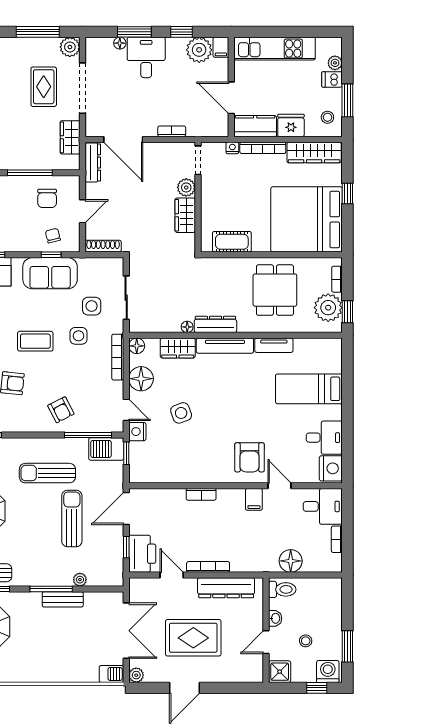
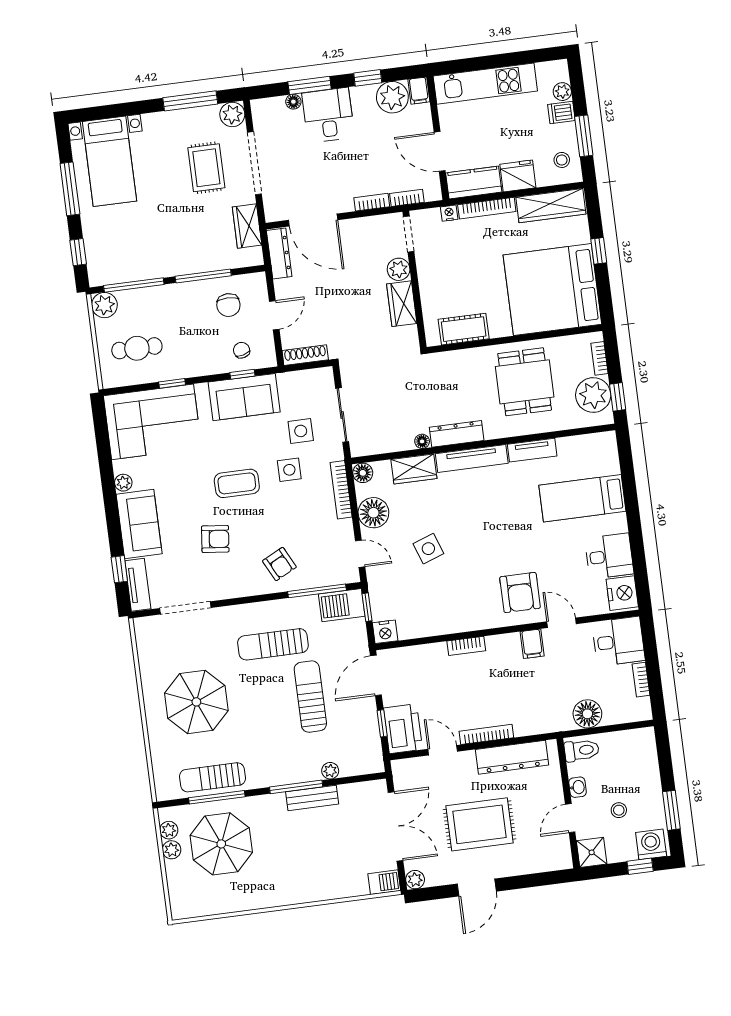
bookcase: (200, 131) -> (407, 198), added
nightstand: (137, 432) -> (385, 632), moved, turned -90

